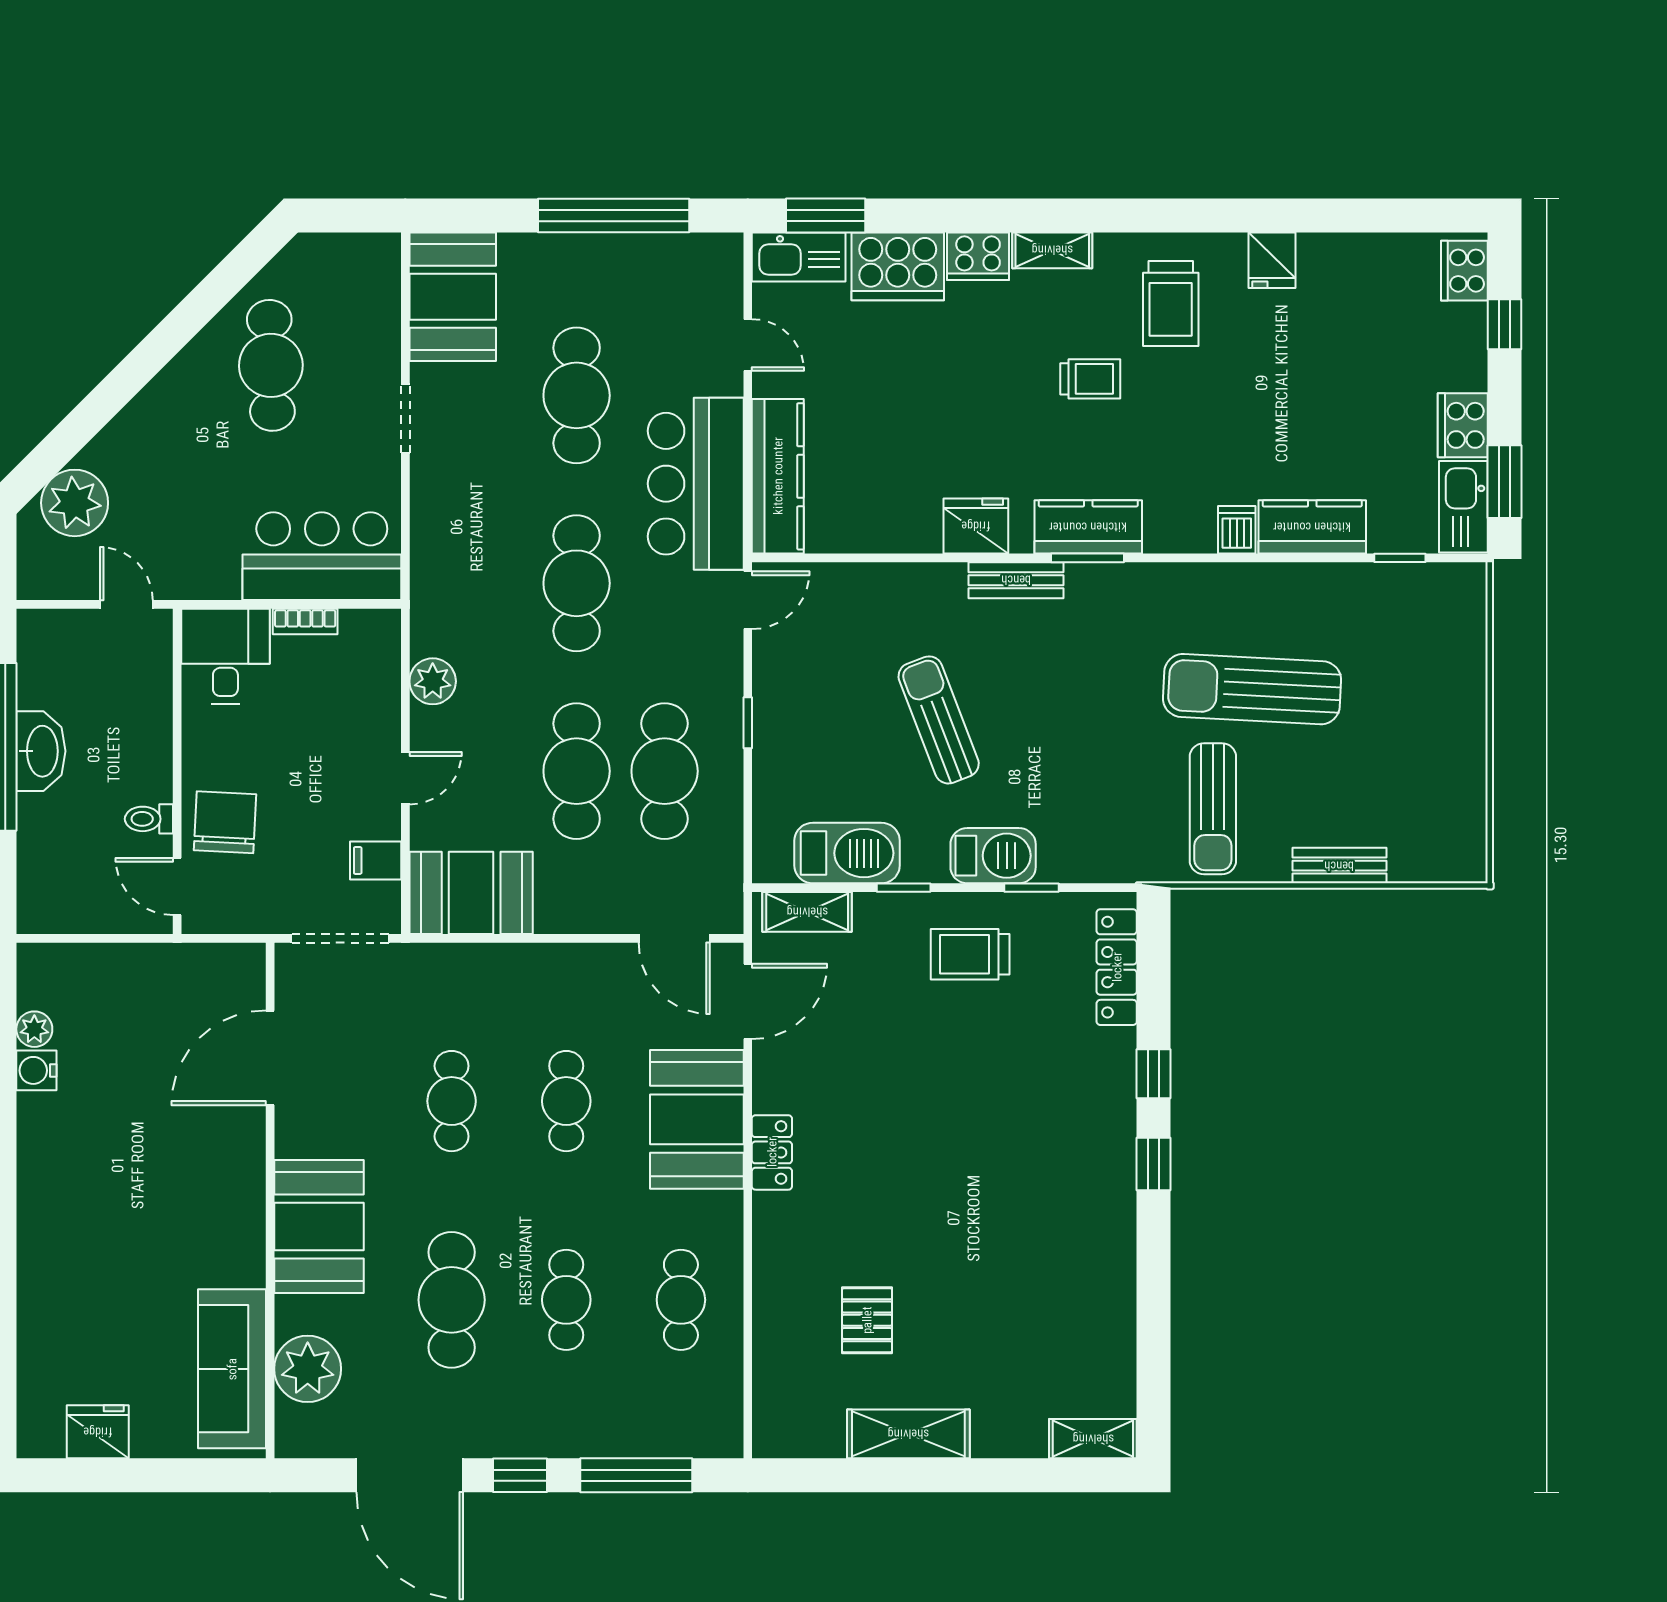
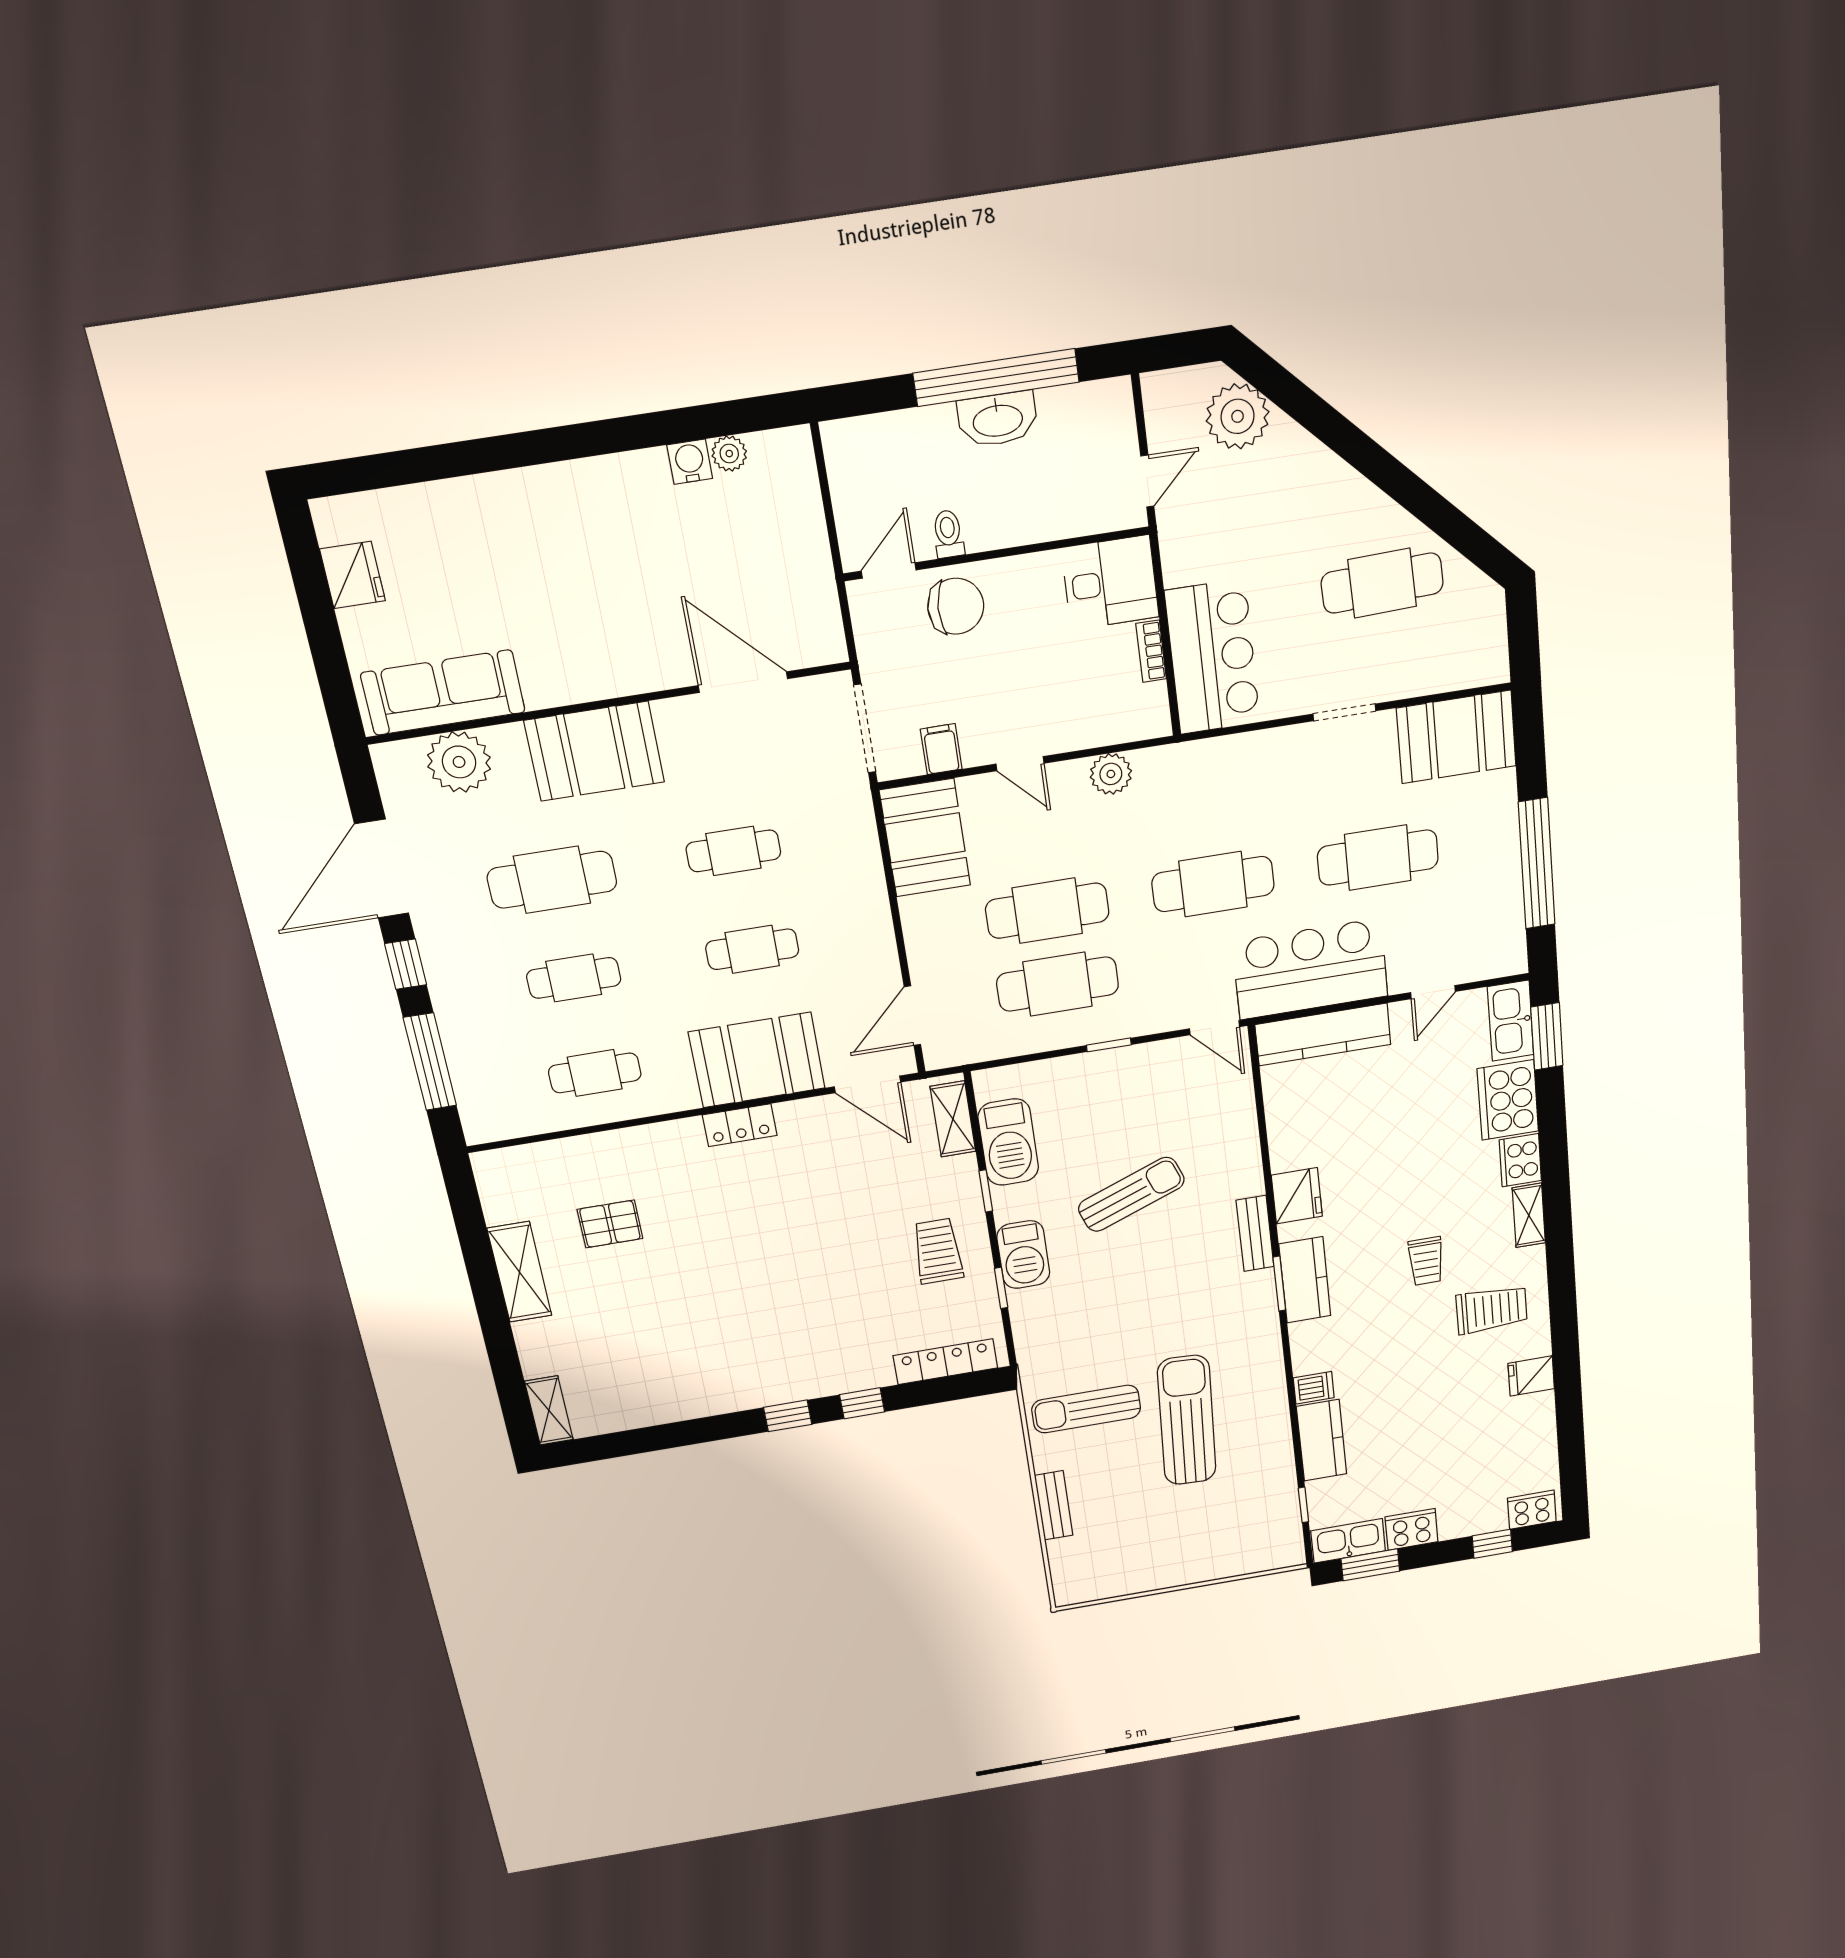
trolley: (1171, 303) -> (1492, 1310), turned 180

